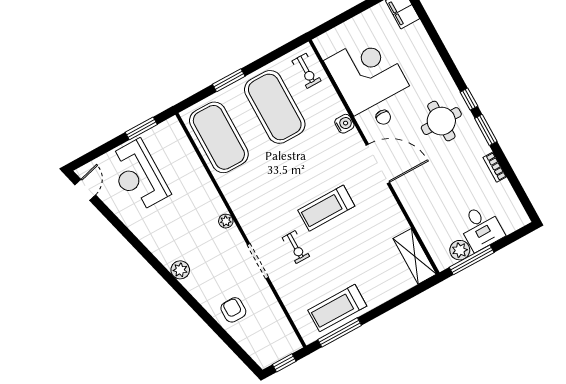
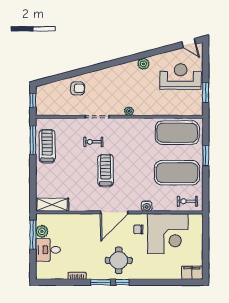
plant: (180, 270) -> (143, 64), moved

